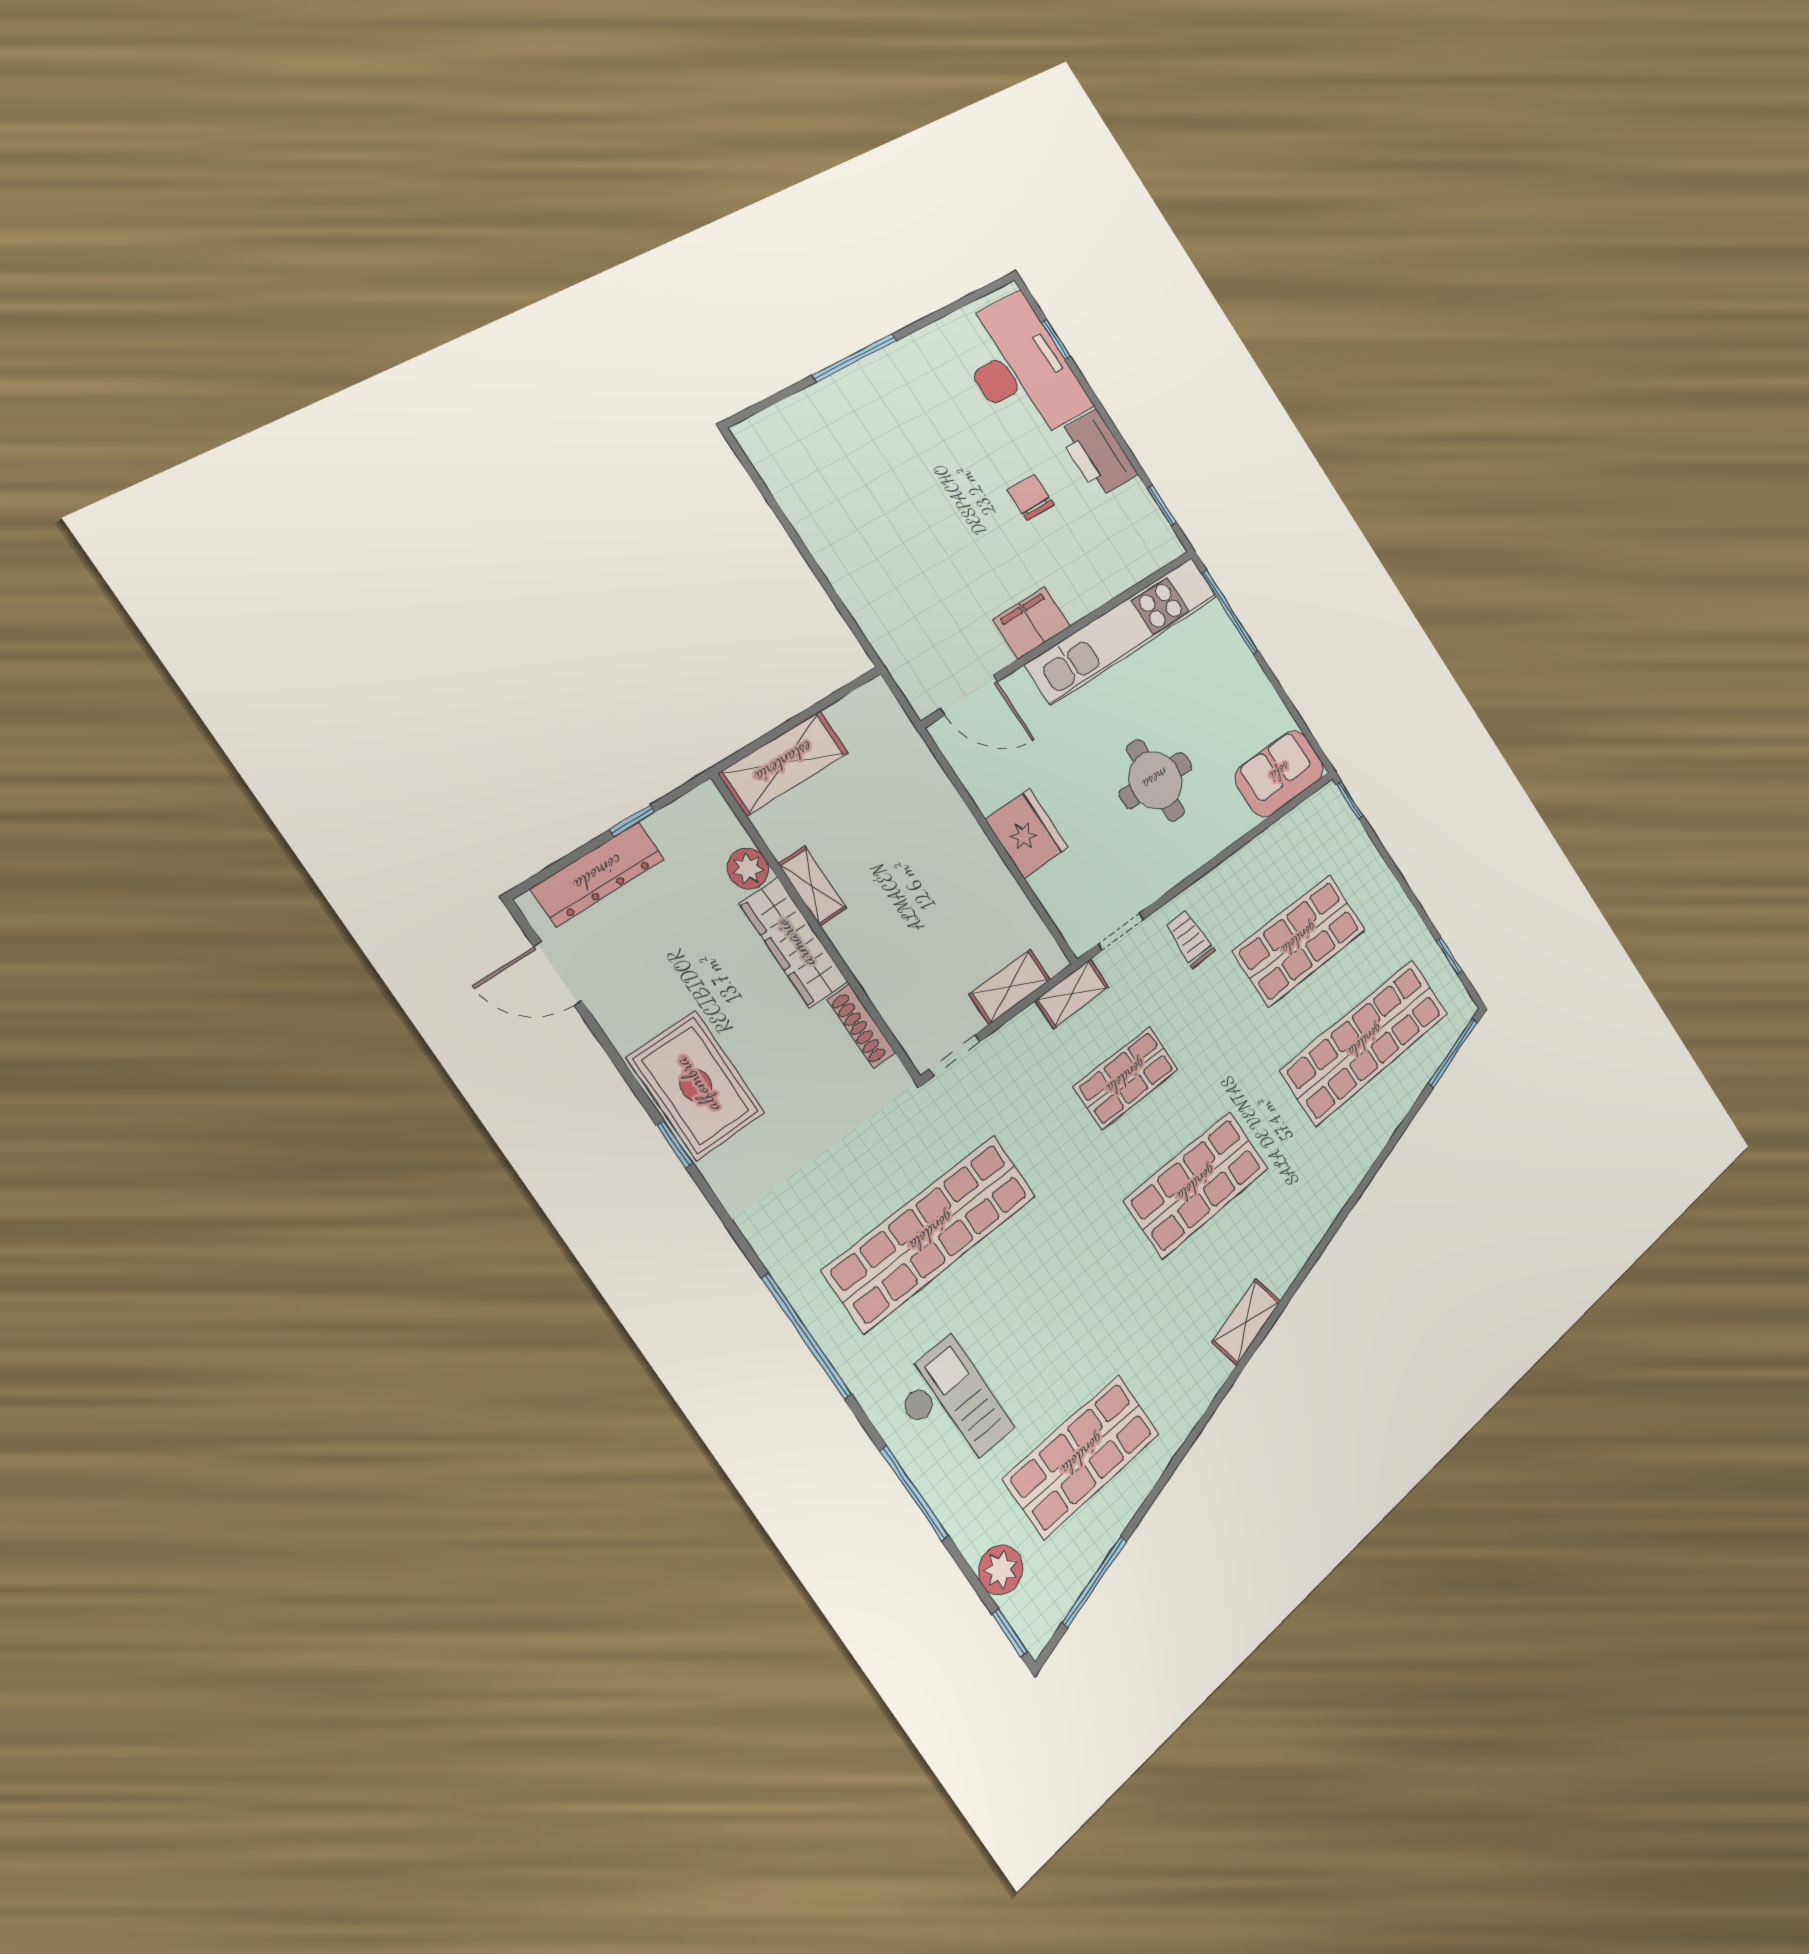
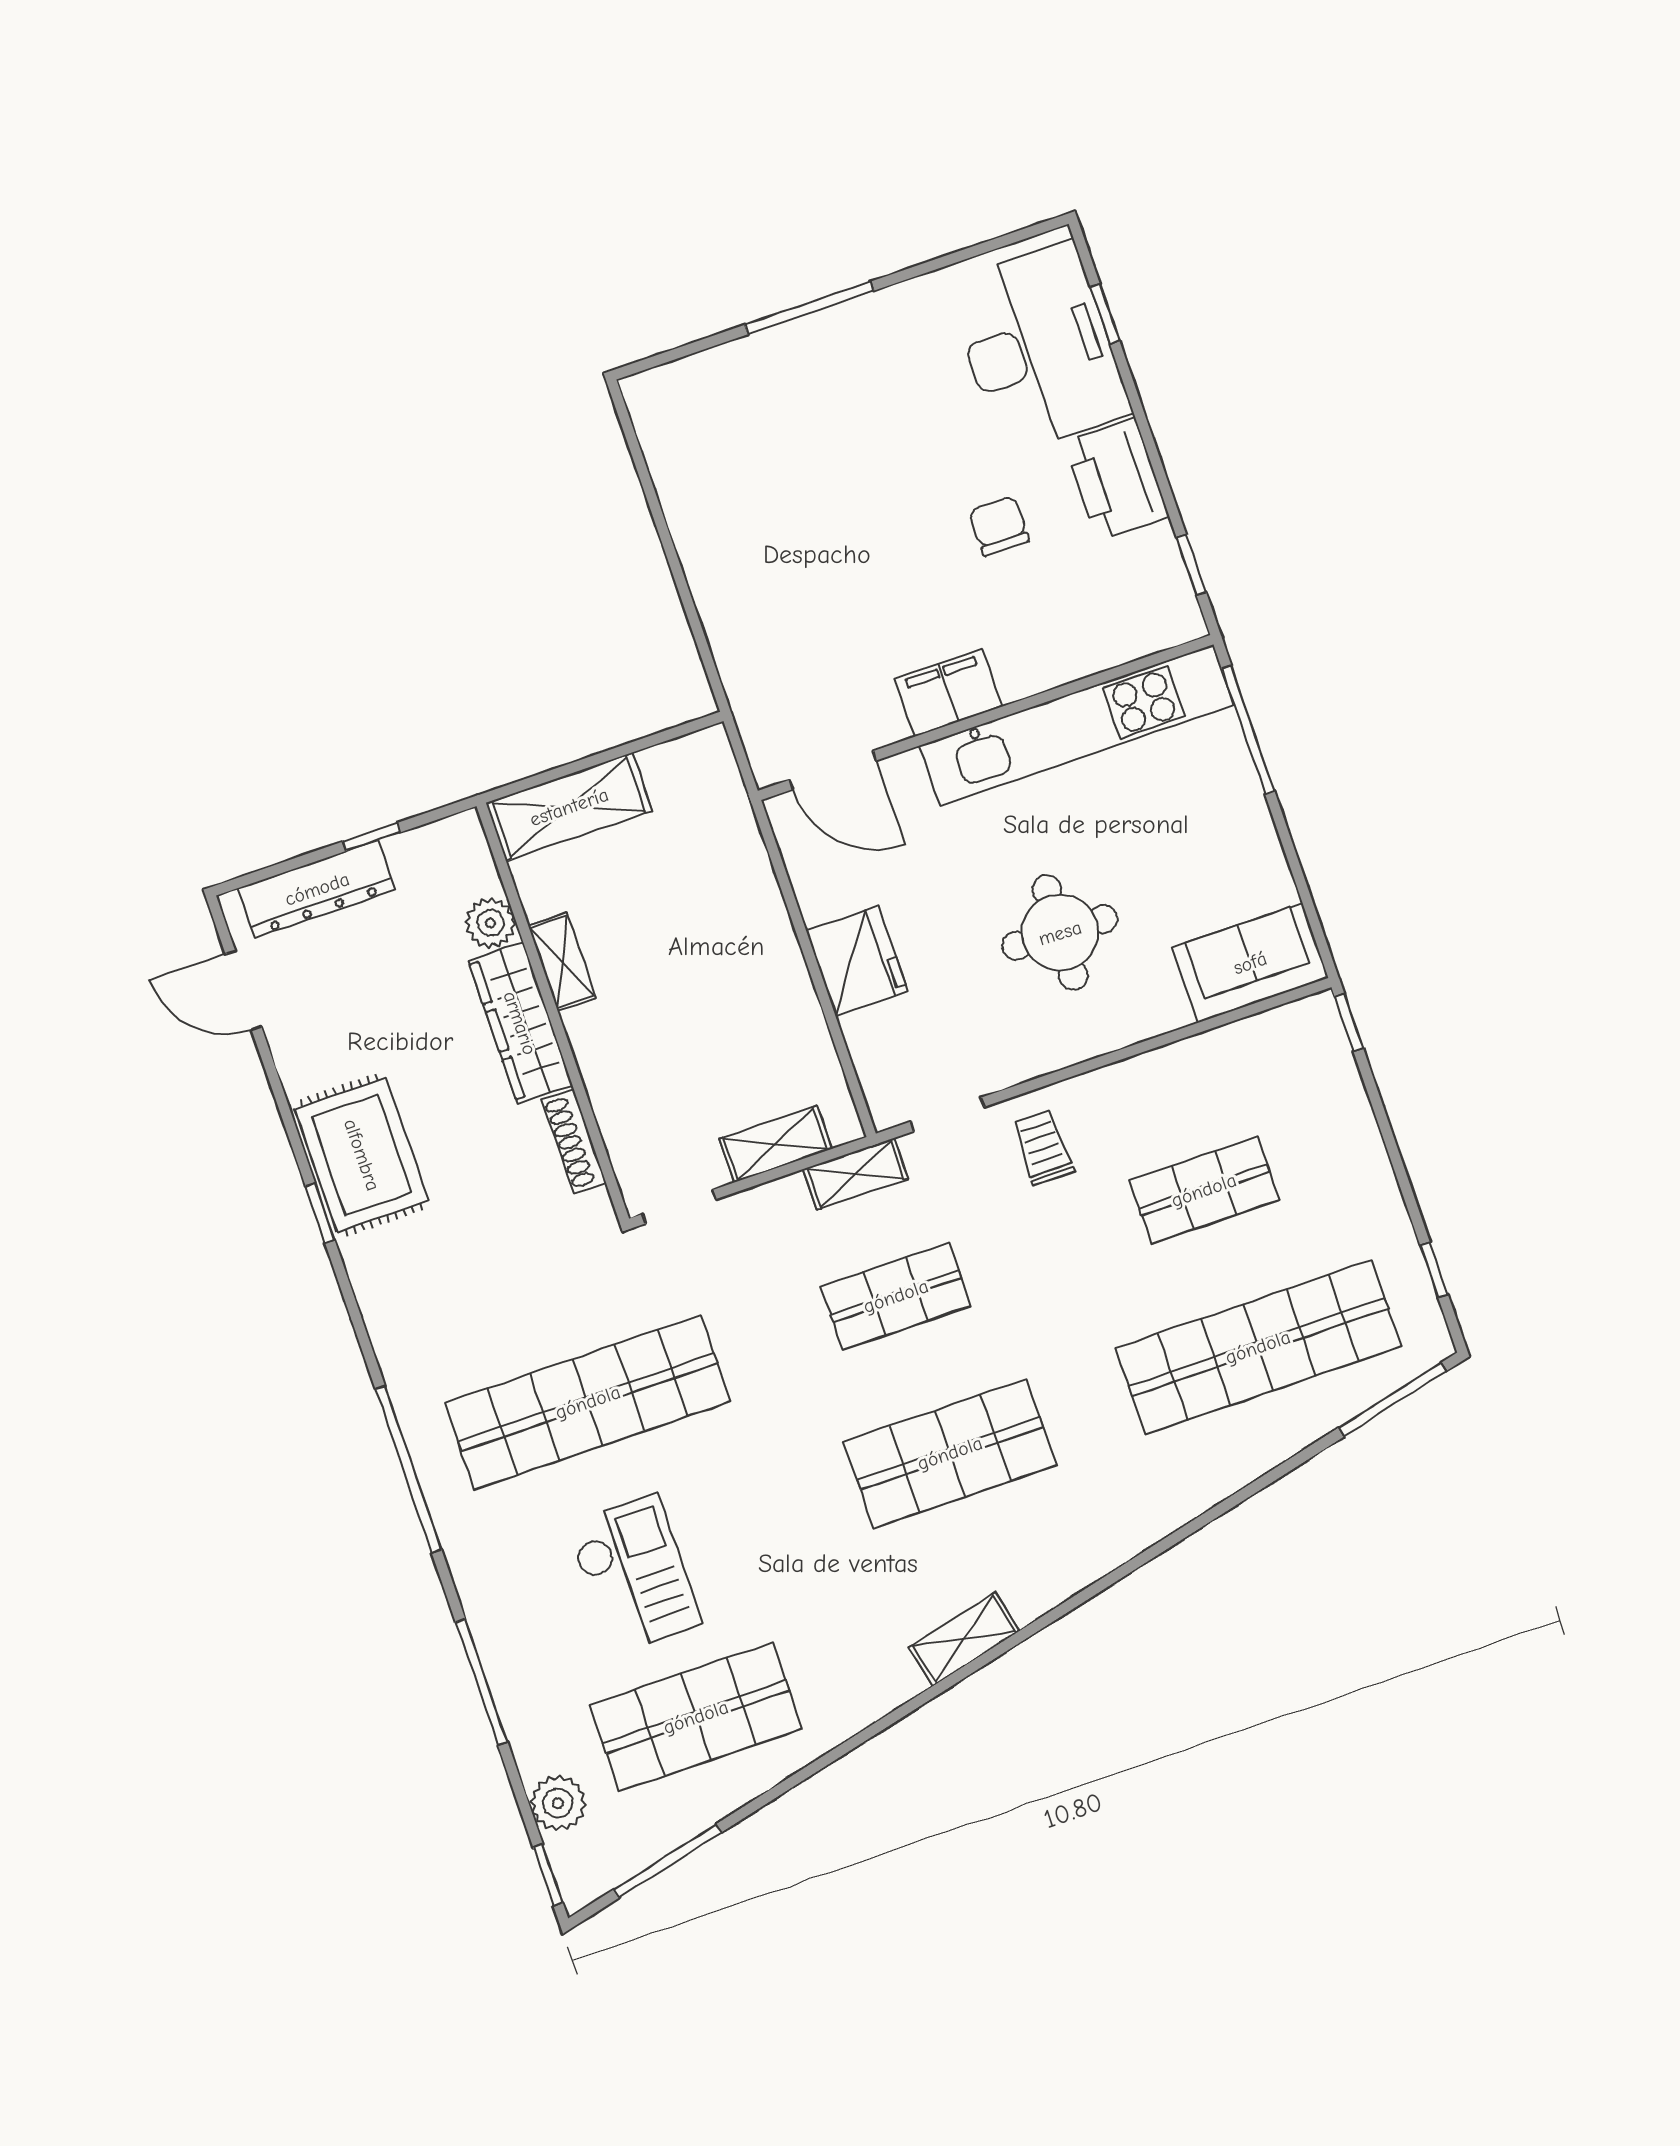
shop shelf: (1299, 940) -> (1204, 1190), width x0.70, depth x0.74
checkout: (952, 1407) -> (634, 1574), moved

